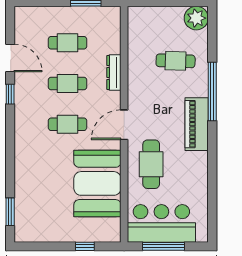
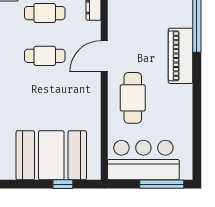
booth: (97, 183) -> (51, 155), moved, turned 90
window: (163, 246) -> (162, 184), moved

